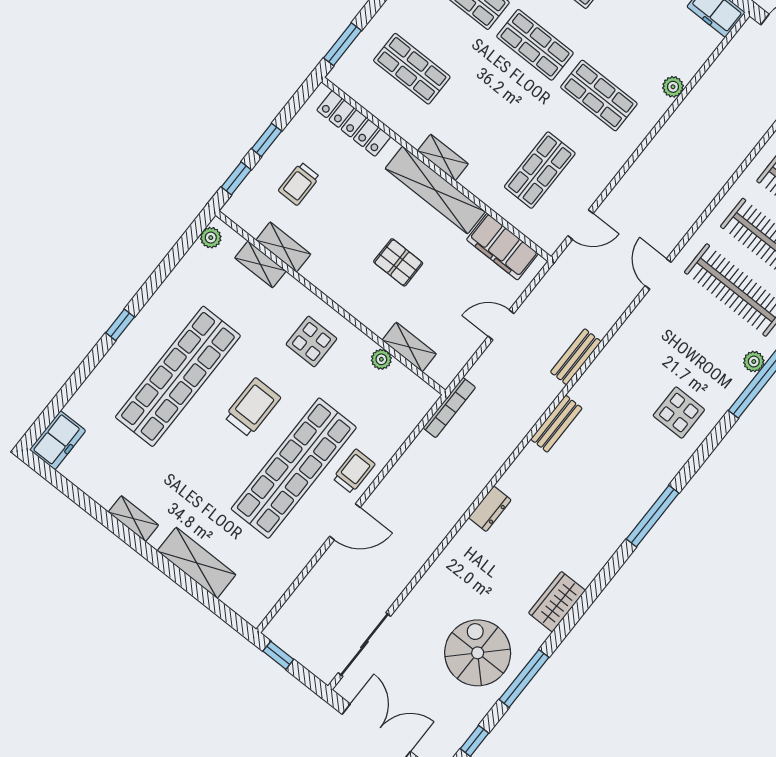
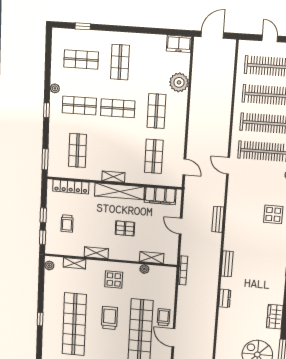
shop shelf: (412, 69) -> (78, 151), turned 90
plant: (673, 87) -> (179, 82), width x1.88, depth x1.88
shop shelf: (599, 95) -> (156, 111), turned 90
door: (580, 225) -> (184, 167), hinge flipped
shelving: (283, 247) -> (96, 253), moved
door: (501, 325) -> (181, 226), hinge flipped
bench: (556, 424) -> (227, 264), moved
door: (345, 522) -> (173, 338), swing flipped

